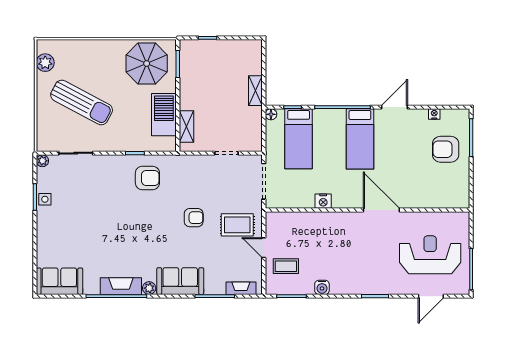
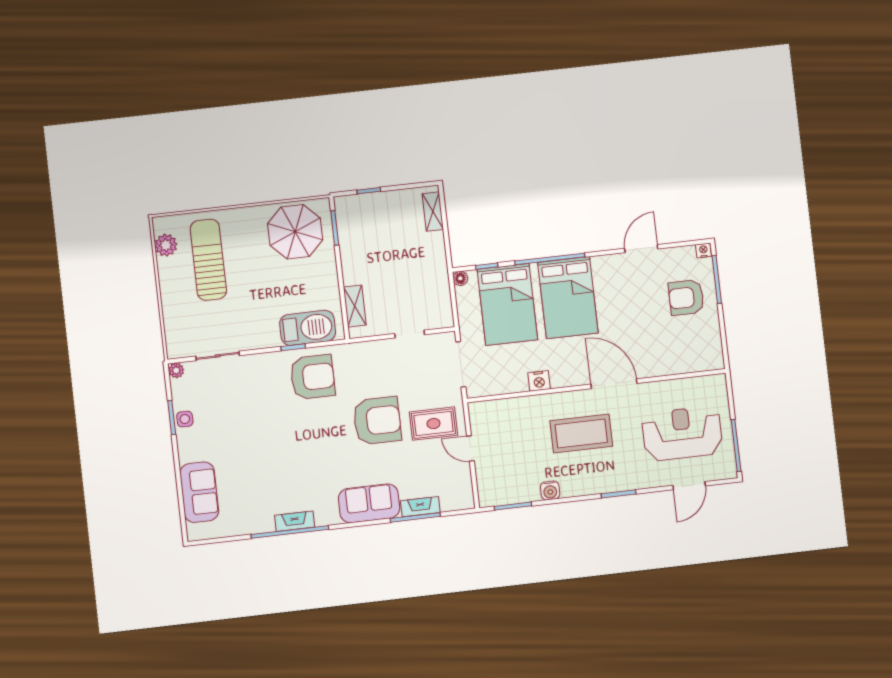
shelving: (255, 91) -> (433, 212), moved
sun lounger: (82, 102) -> (208, 260), moved, turned -118
door: (395, 107) -> (641, 249), moved
nightstand: (434, 114) -> (703, 250), moved
barbecue: (164, 115) -> (308, 328), moved, turned 90
bed: (299, 139) -> (507, 304), width x1.50
bed: (360, 139) -> (568, 298), width x1.50
armchair: (147, 178) -> (313, 377), width x1.36, depth x1.36
armchair: (194, 218) -> (377, 421), width x1.88, depth x1.88
coffee table: (286, 266) -> (581, 433), moved, width x1.86, depth x1.72
sofa: (59, 281) -> (199, 492), moved, turned 90
fireplace: (121, 286) -> (295, 521), width x0.73, depth x0.76
plant: (149, 288) -> (331, 517), removed
fireplace: (241, 288) -> (420, 507), moved

